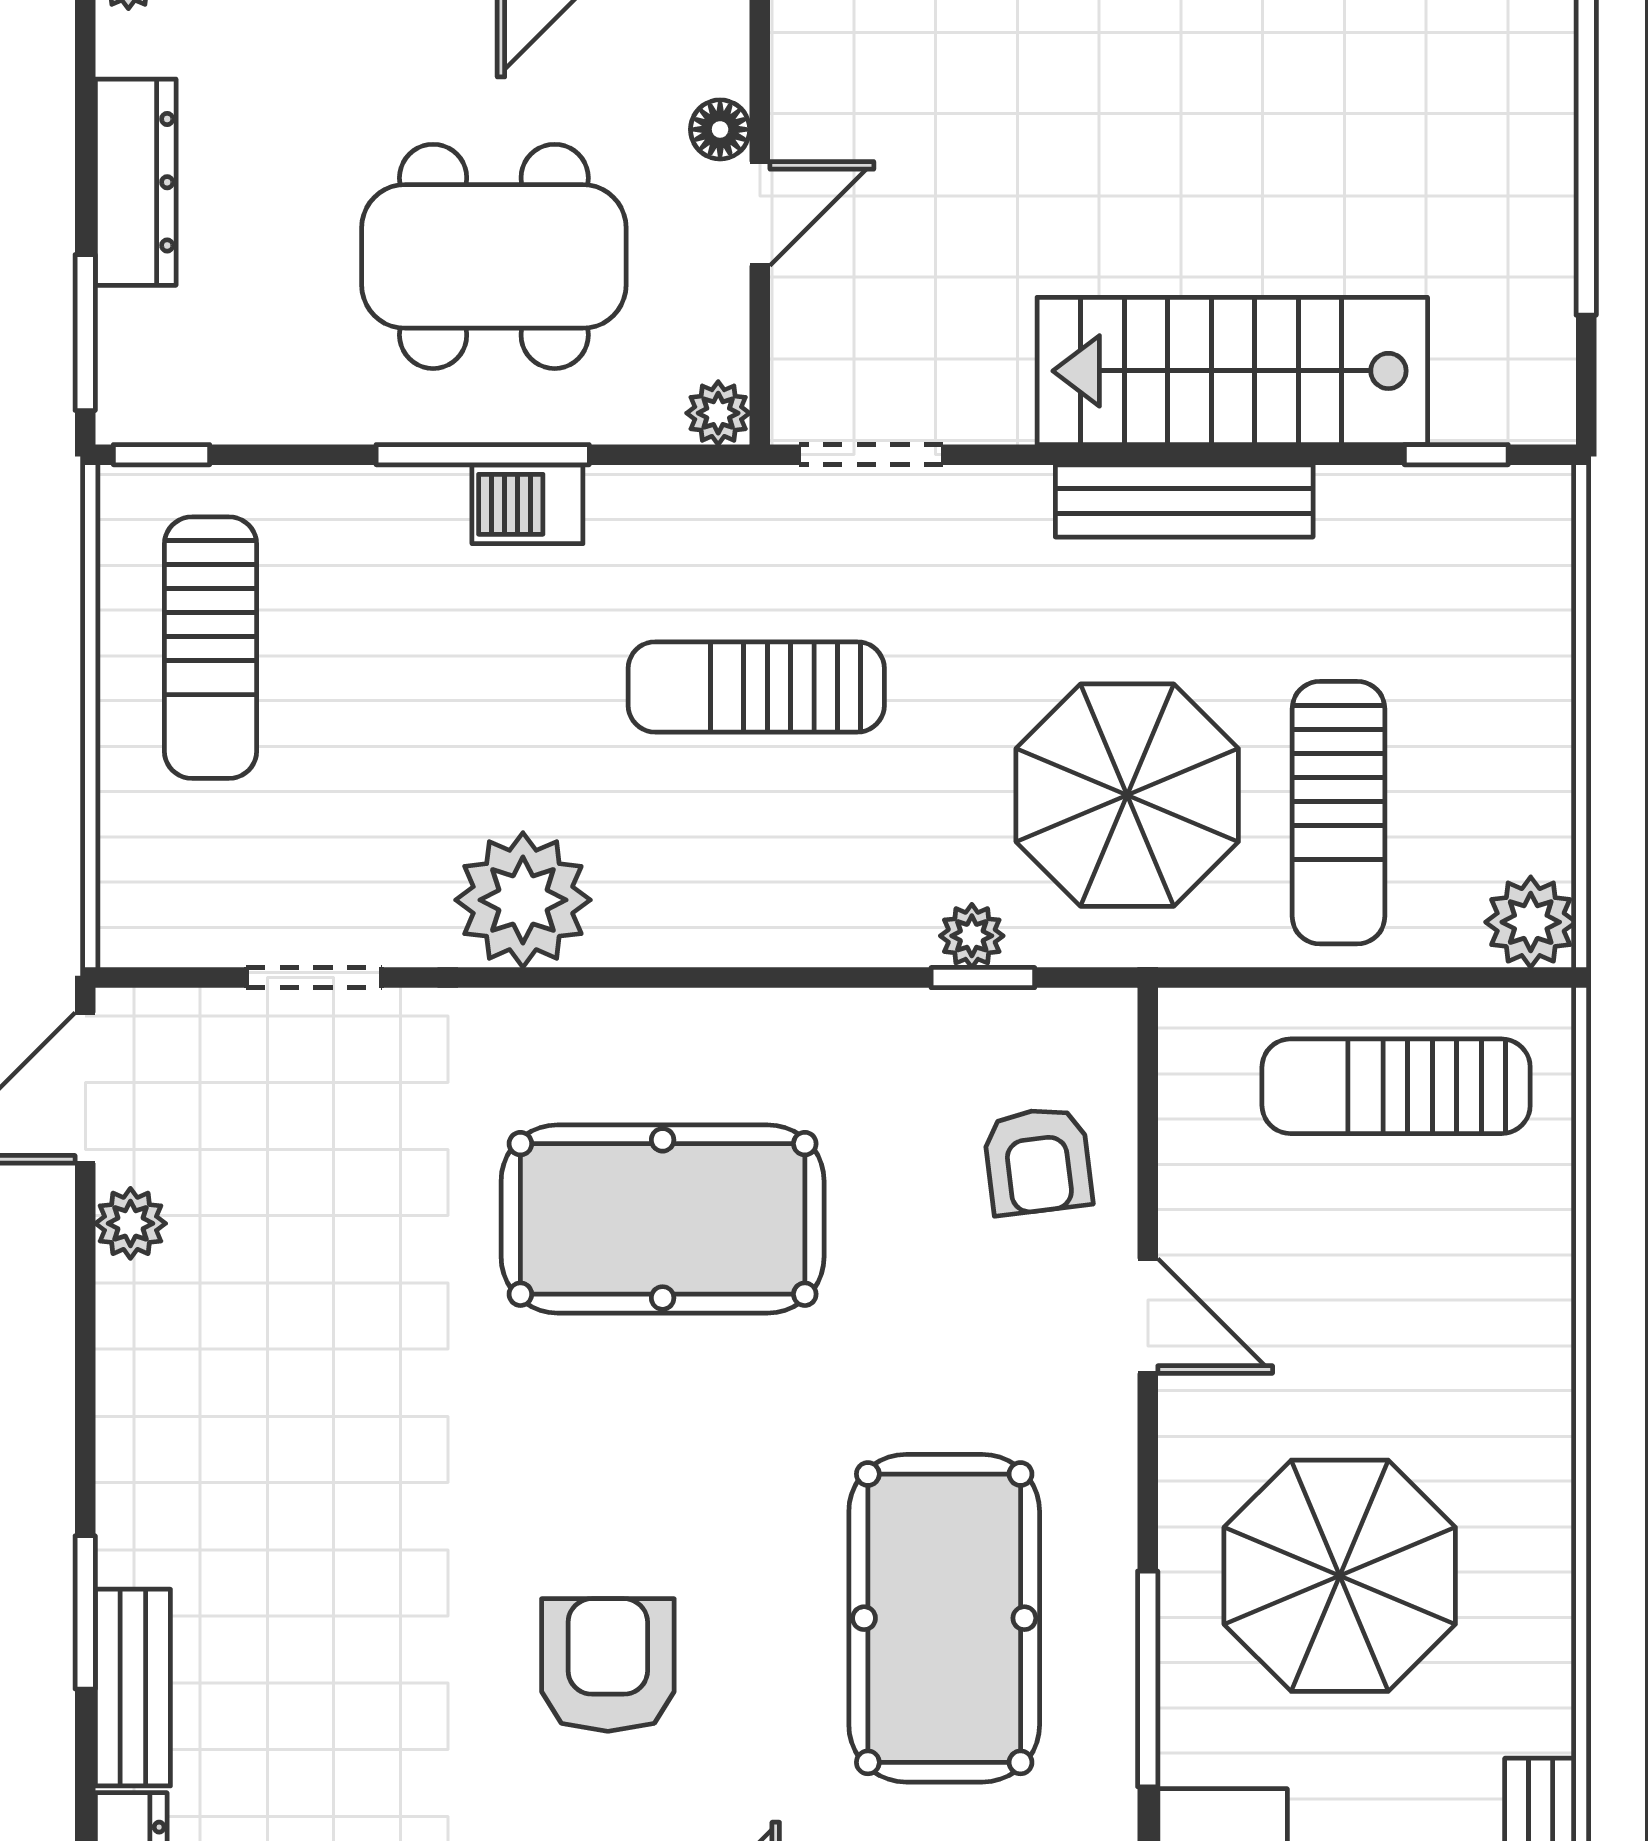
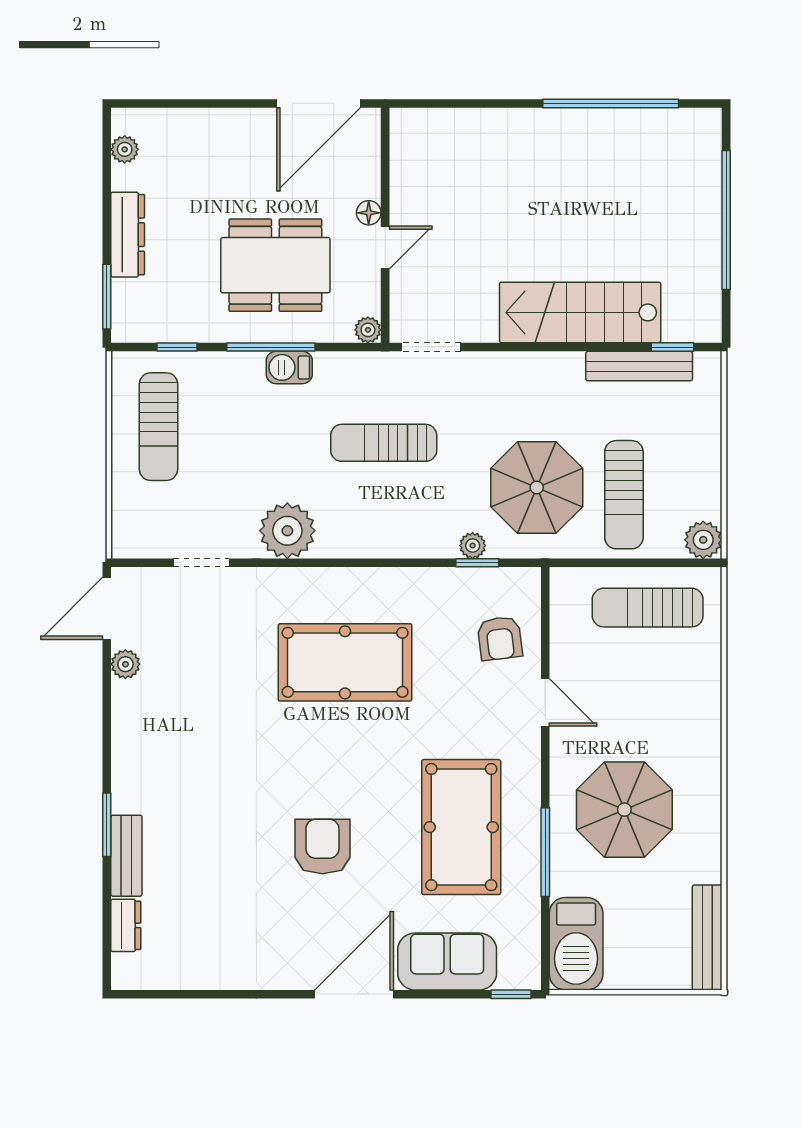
window: (161, 455) -> (177, 347), moved
bench: (1184, 501) -> (639, 366), moved

